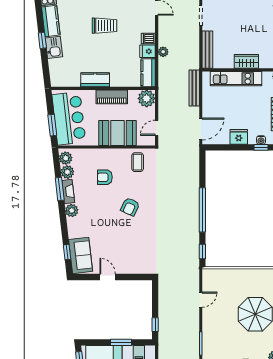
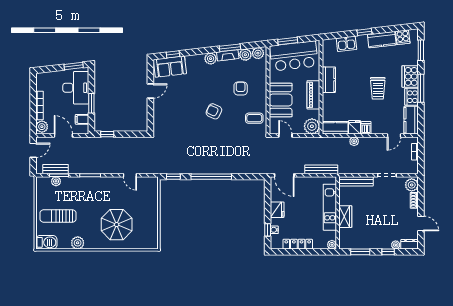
kitchen sink: (54, 47) -> (346, 44), moved

